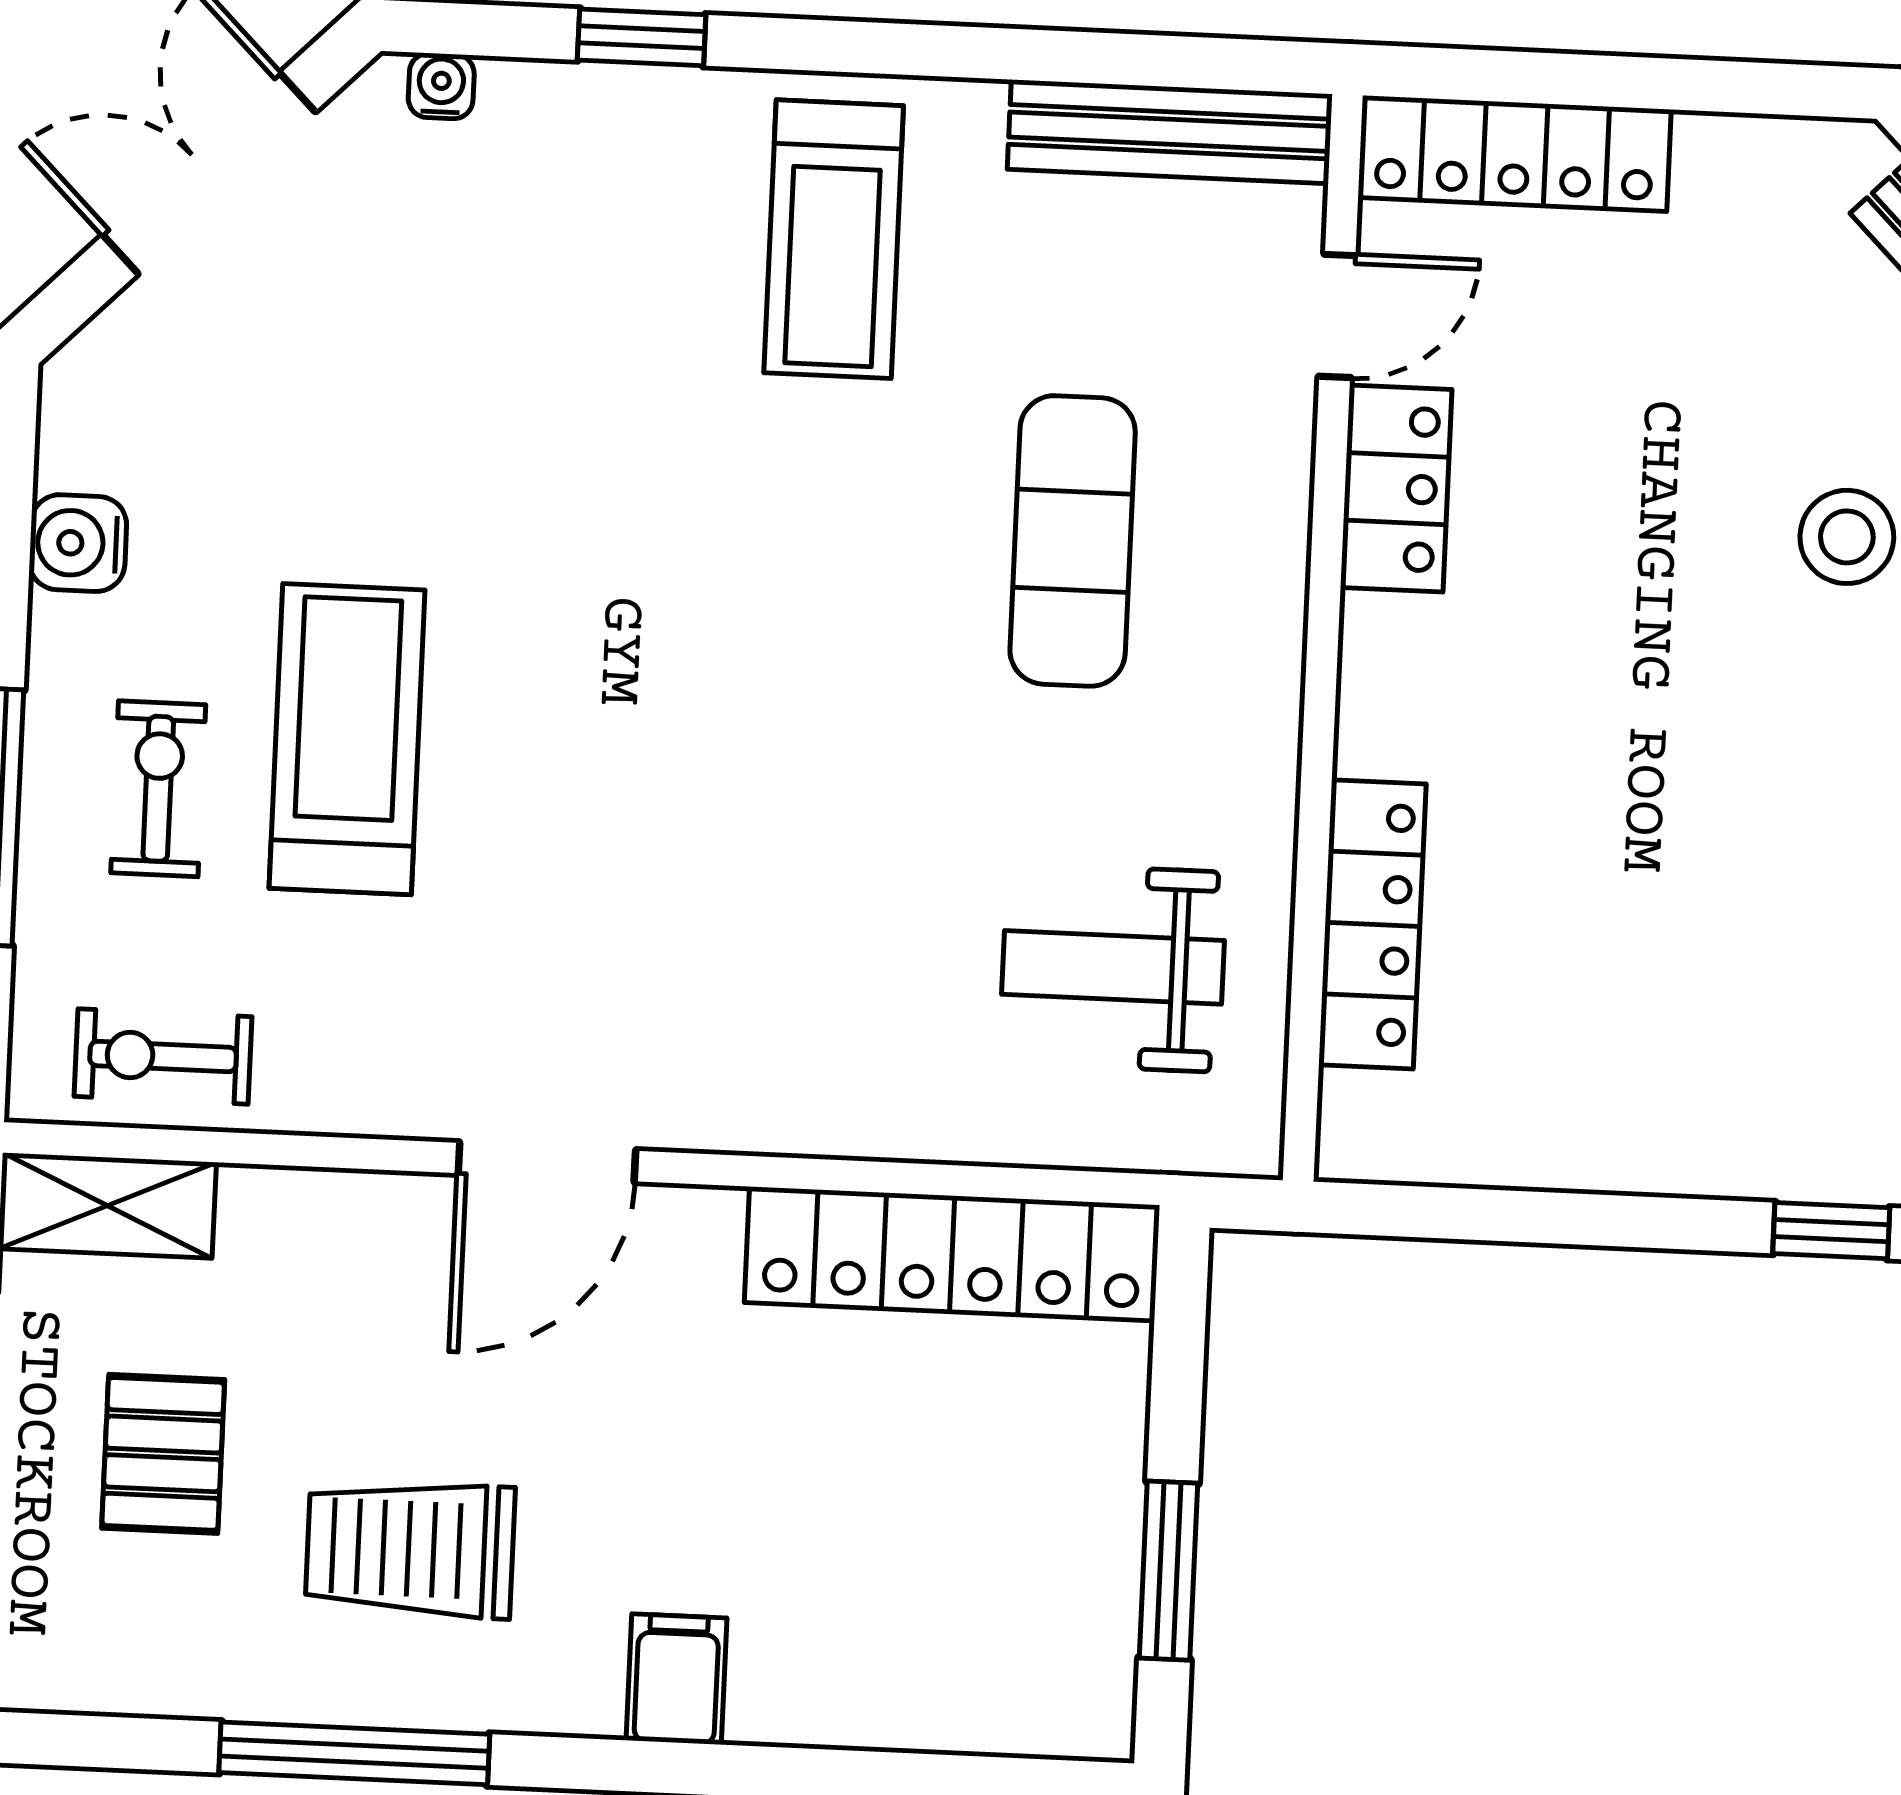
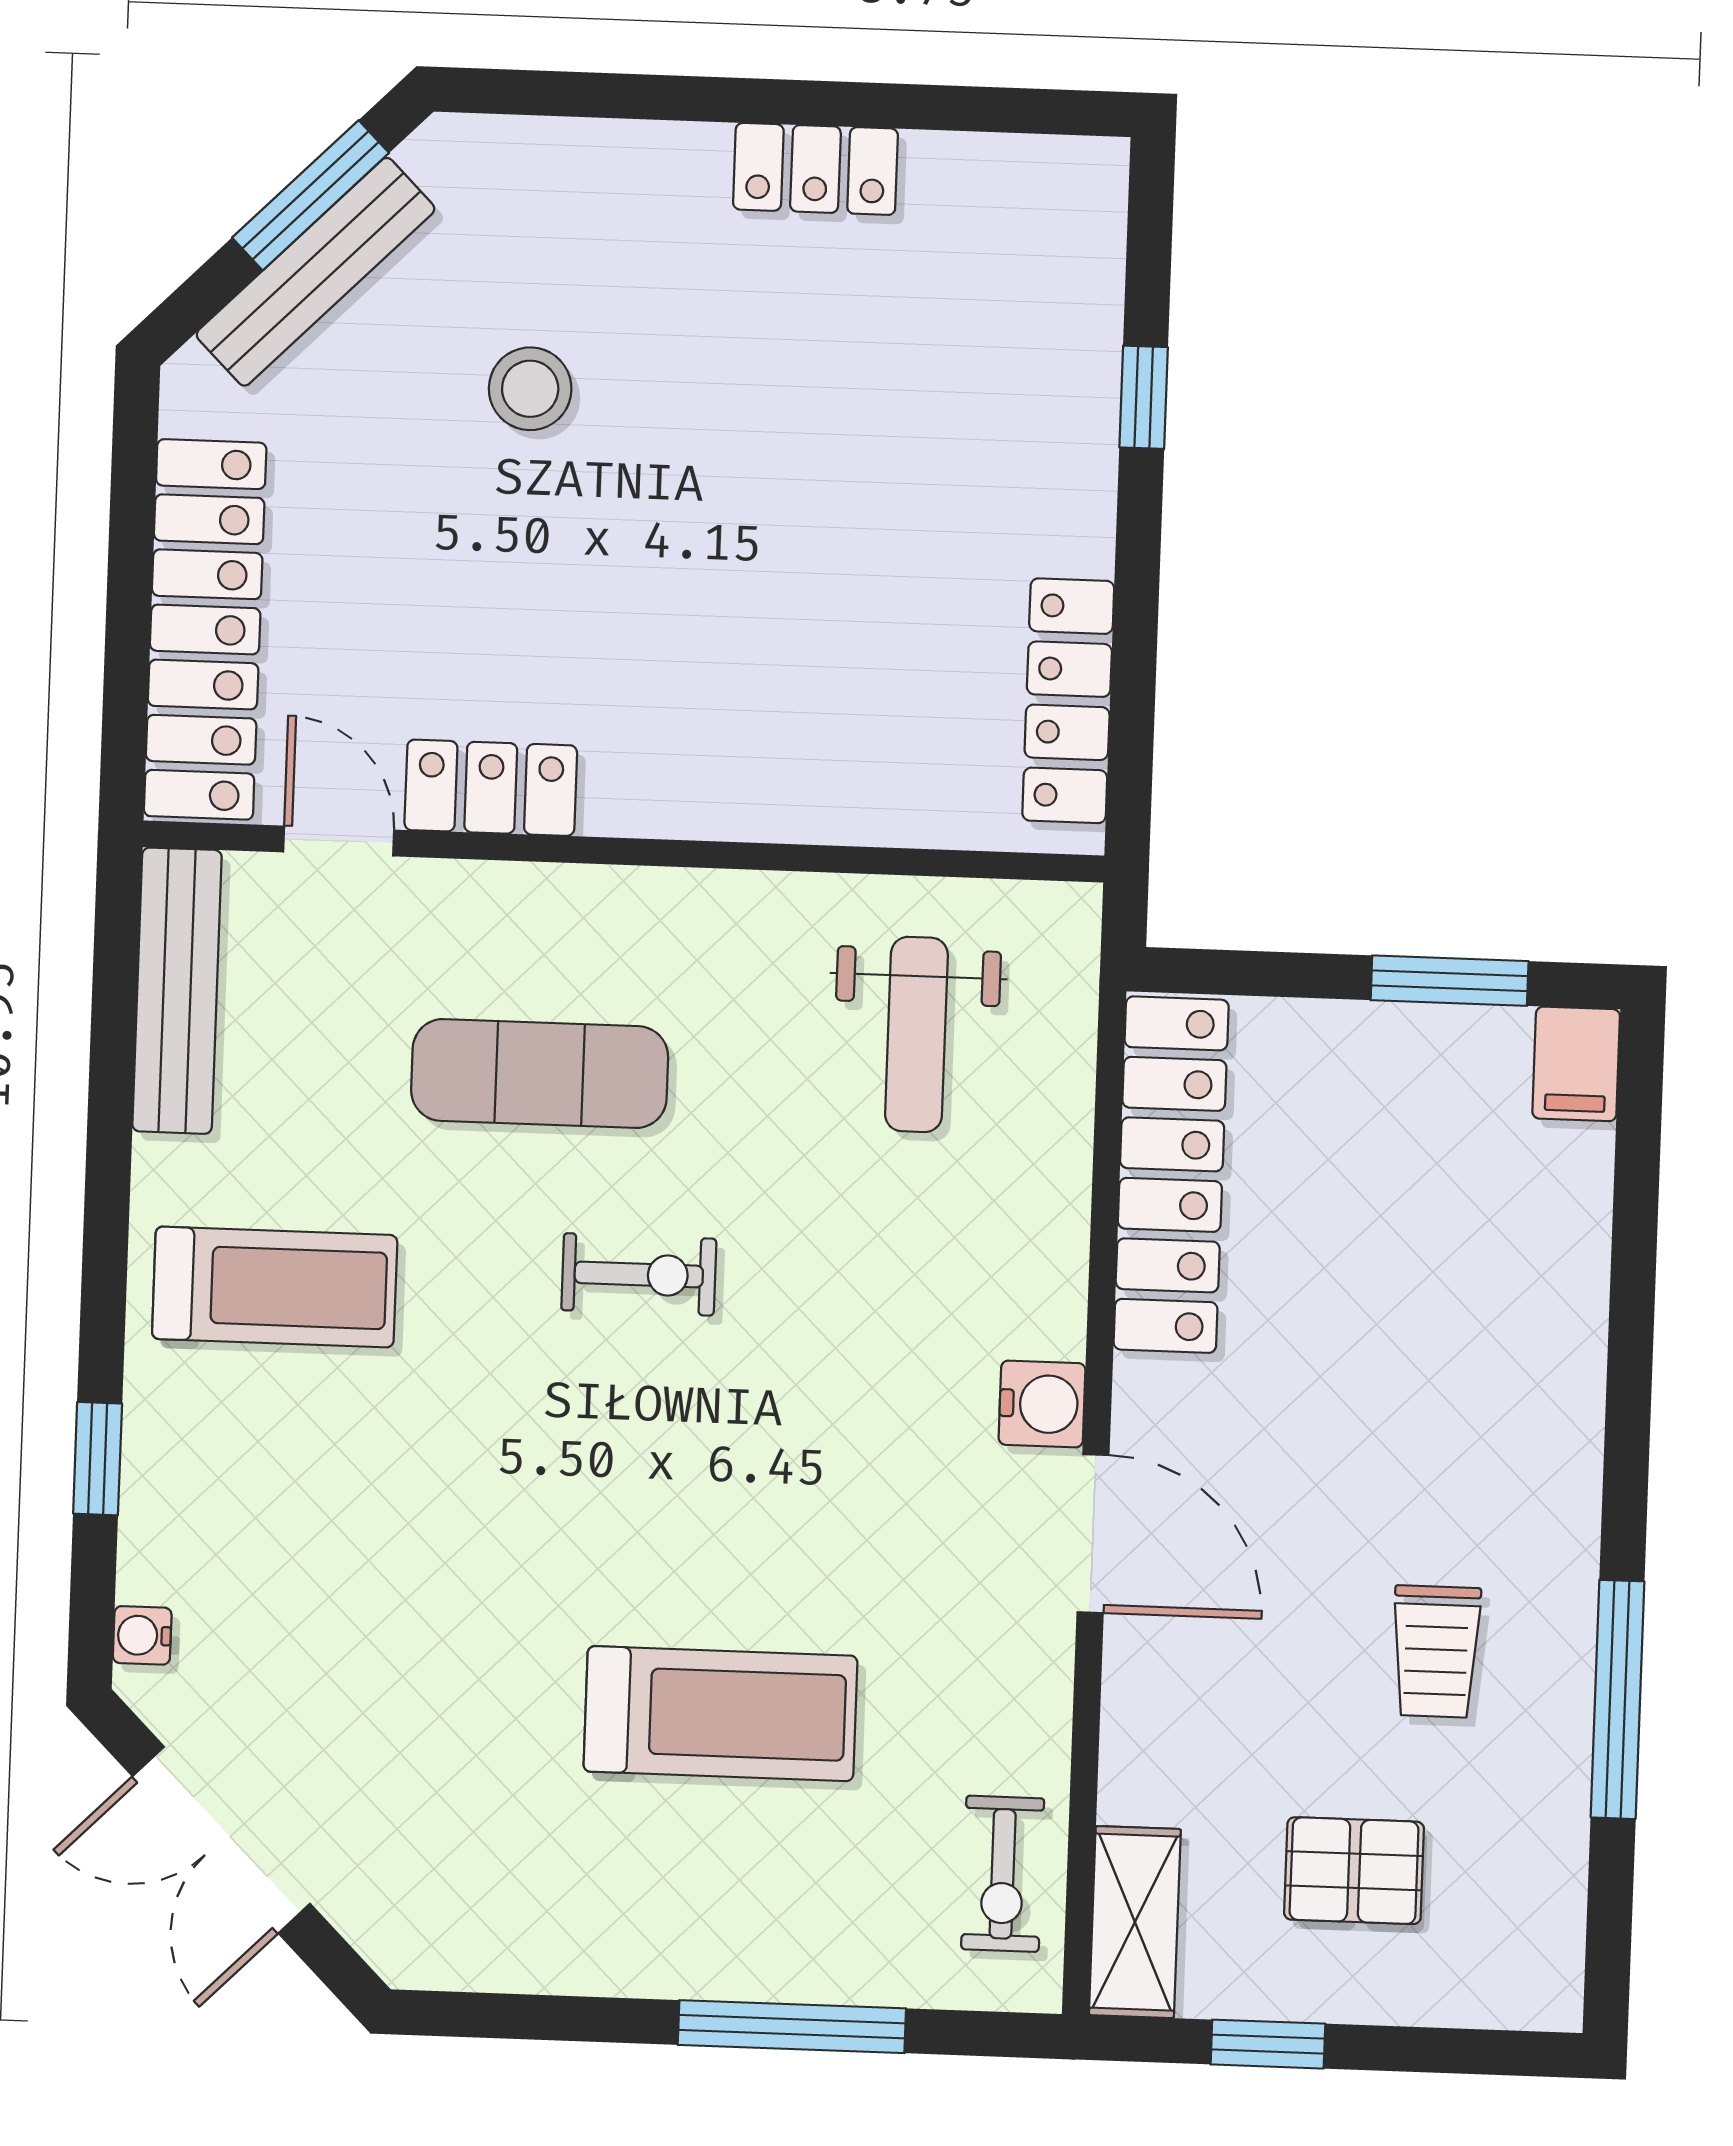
locker: (1515, 154) -> (205, 629), width x1.41, depth x1.21
water cooler: (78, 543) -> (1042, 1404), moved, turned -90
treadmill: (347, 739) -> (720, 1714), turned 180
exercise bike: (158, 789) -> (639, 1274), moved, turned 180
locker: (1372, 924) -> (1068, 701), moved, turned -90
trolley: (410, 1549) -> (1436, 1652), width x0.73, depth x0.72
filing cabinet: (677, 1679) -> (1576, 1064), moved, turned -90

